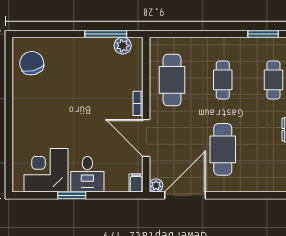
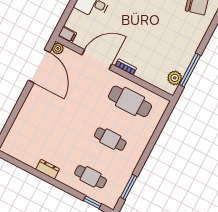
cafe table: (223, 149) -> (59, 112), removed

